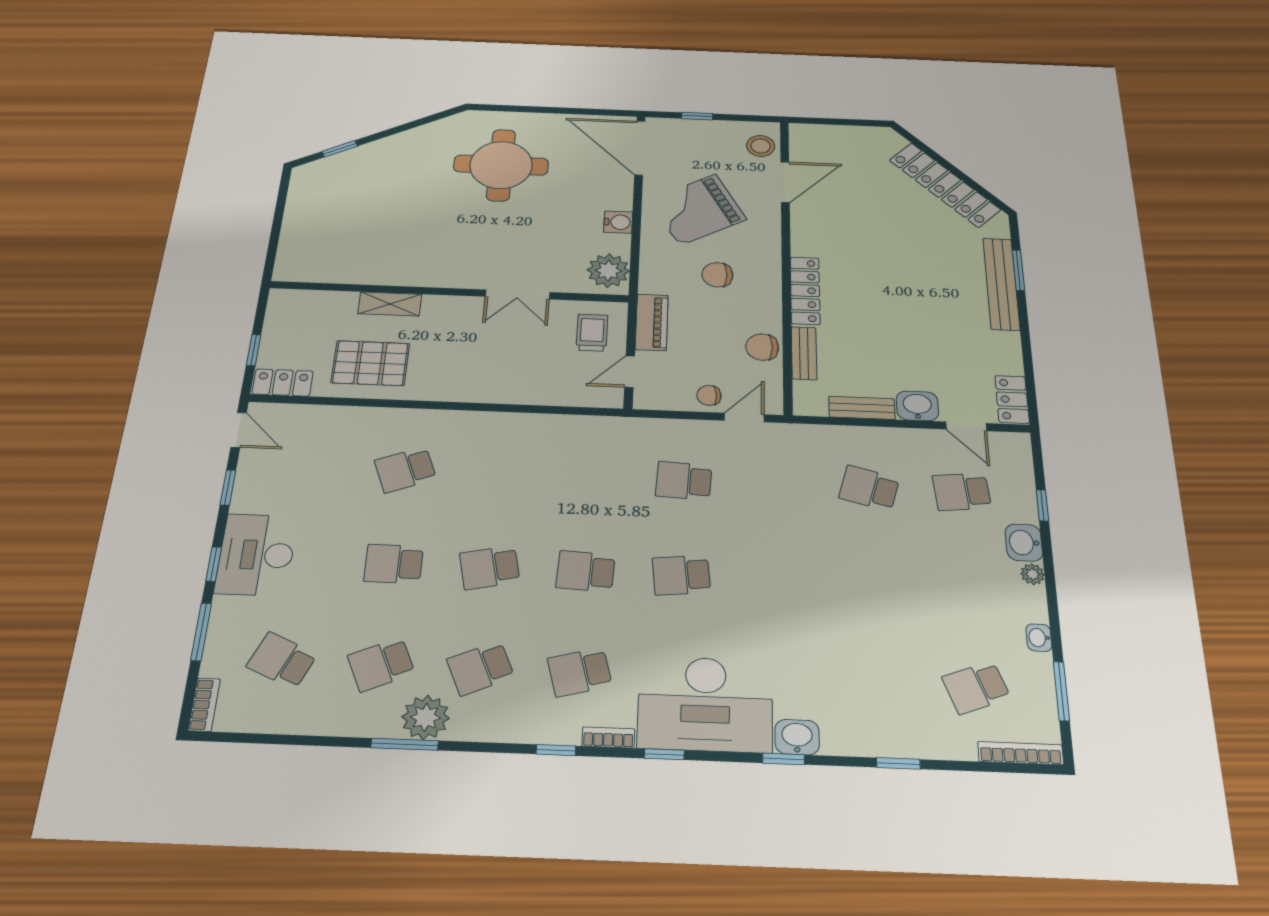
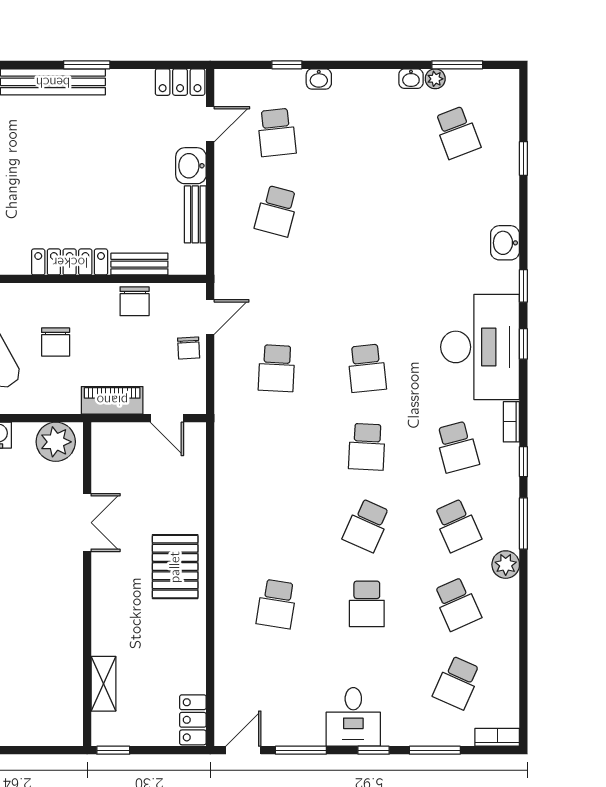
window: (1018, 270) -> (87, 65), moved
shelving: (390, 304) -> (103, 684), moved
trolley: (592, 333) -> (126, 453), removed
window: (254, 350) -> (113, 750), moved
pallet: (370, 363) -> (175, 567), moved
door: (744, 418) -> (210, 317), swing flipped
school desk: (405, 470) -> (277, 604), turned 30
window: (228, 488) -> (301, 750), width x1.50
washbasin: (1024, 543) -> (319, 79), width x0.72, depth x0.69
desk: (256, 555) -> (353, 717), width x0.73
school desk: (490, 568) -> (367, 525), turned 36
plant: (1033, 574) -> (435, 79), moved
plant: (426, 717) -> (506, 565), width x0.73, depth x0.73
washbasin: (797, 737) -> (505, 243), moved
window: (405, 744) -> (523, 523), moved
bookcase: (1021, 753) -> (511, 102), removed
window: (664, 754) -> (523, 344), moved
window: (898, 763) -> (523, 158), moved

